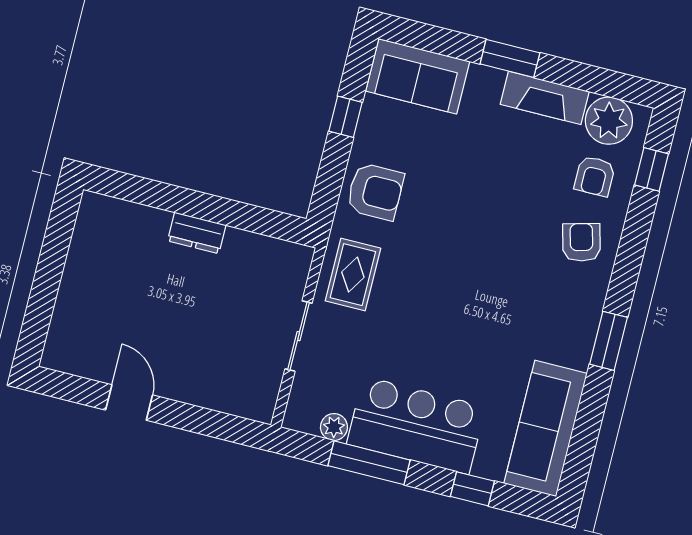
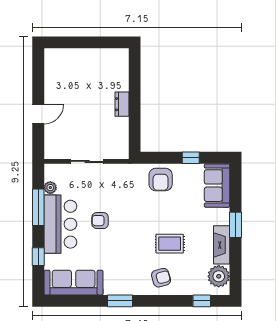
armchair: (595, 176) -> (100, 221), moved
rug: (353, 275) -> (170, 244), moved
door: (129, 403) -> (38, 114), moved

